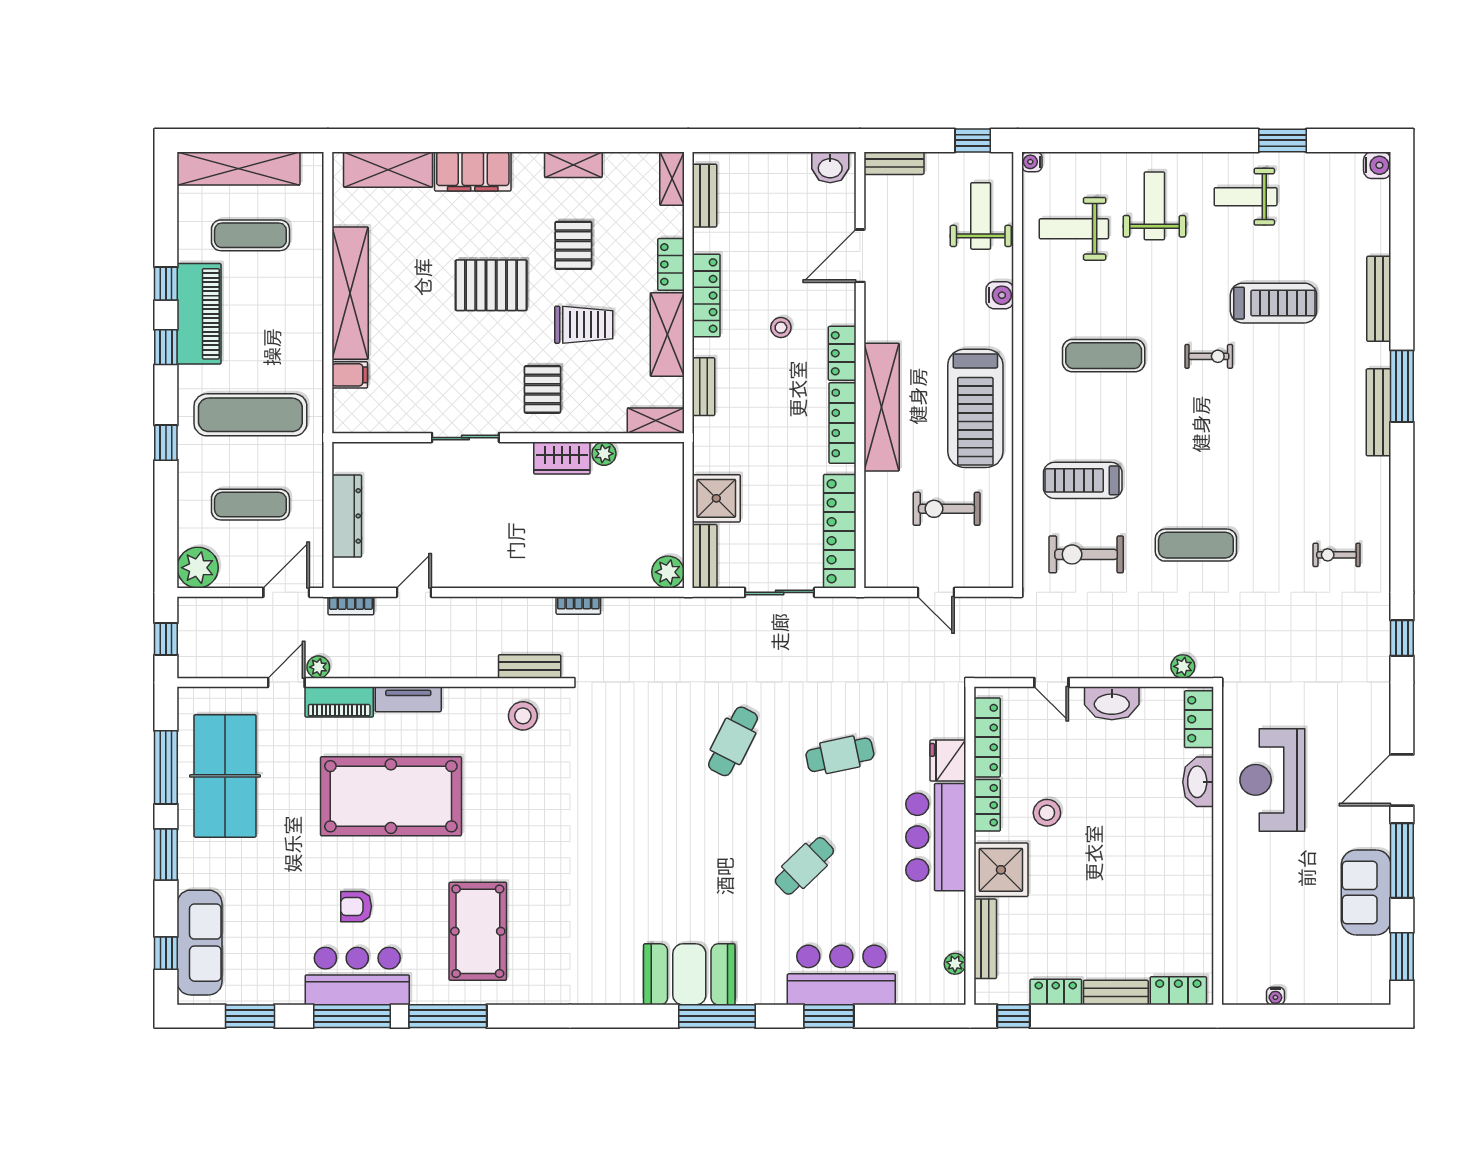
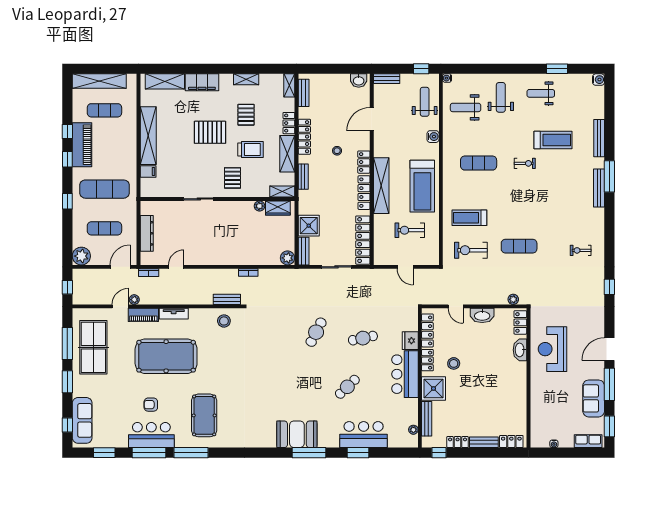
wardrobe: (562, 458) -> (278, 208), moved
row of seats: (1353, 990) -> (588, 441), added

